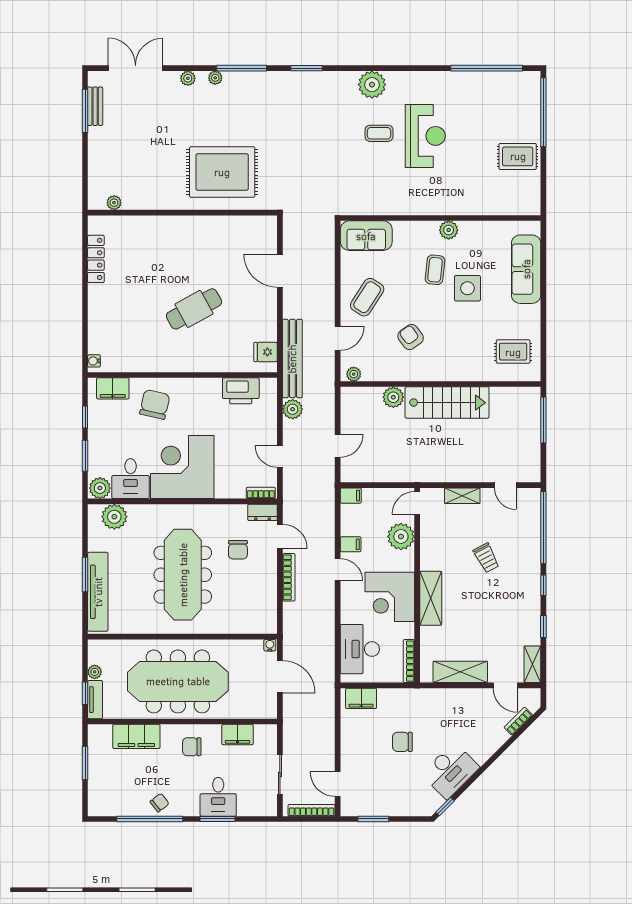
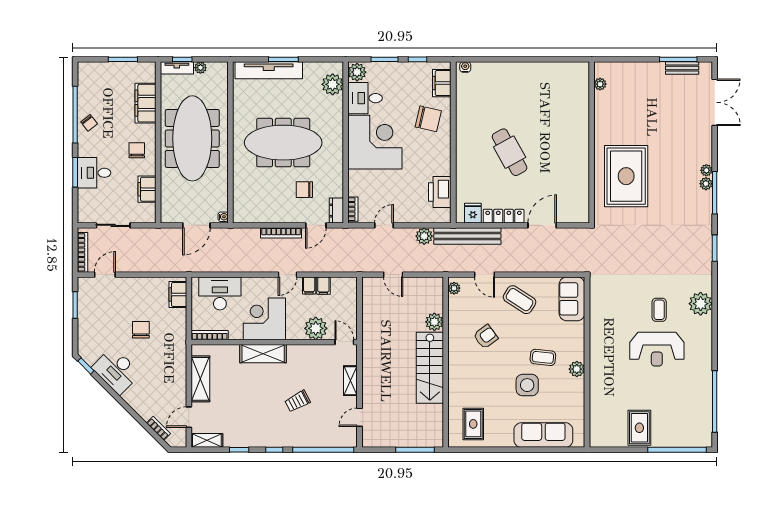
plant: (188, 78) -> (706, 184), moved
locker: (96, 259) -> (504, 216), moved, turned 180
filing cabinet: (351, 496) -> (323, 286), moved

